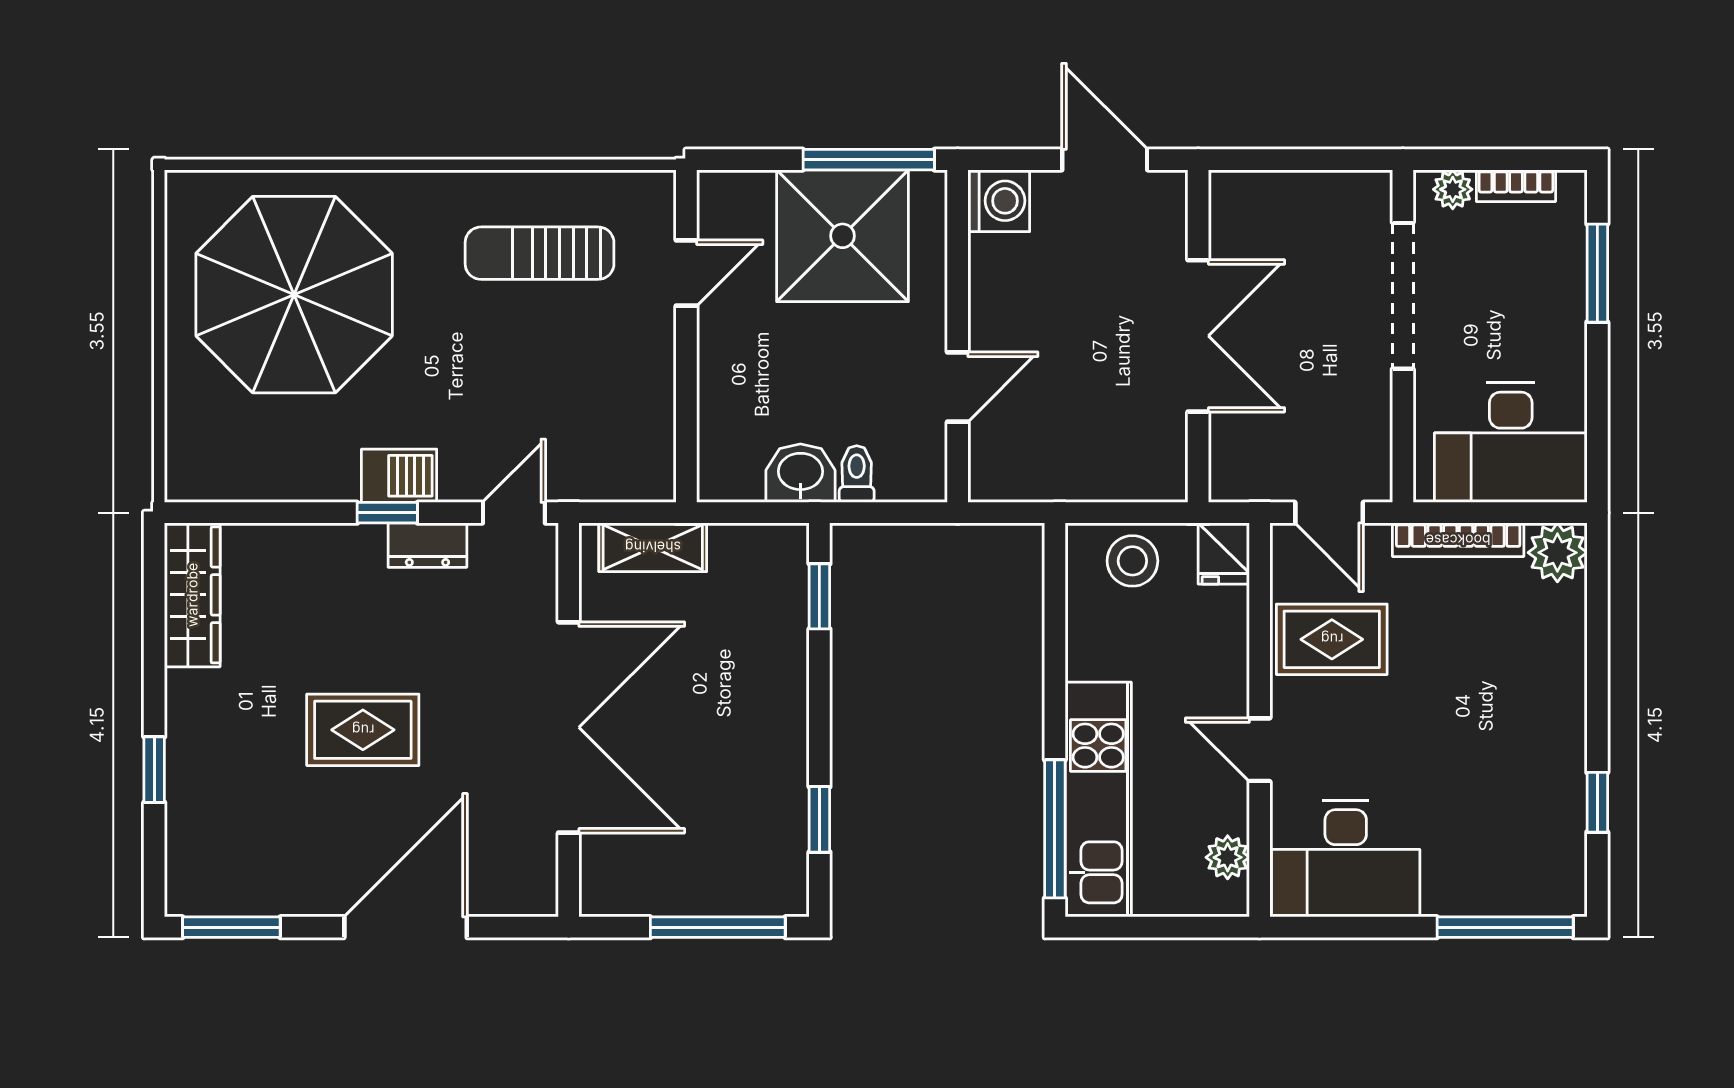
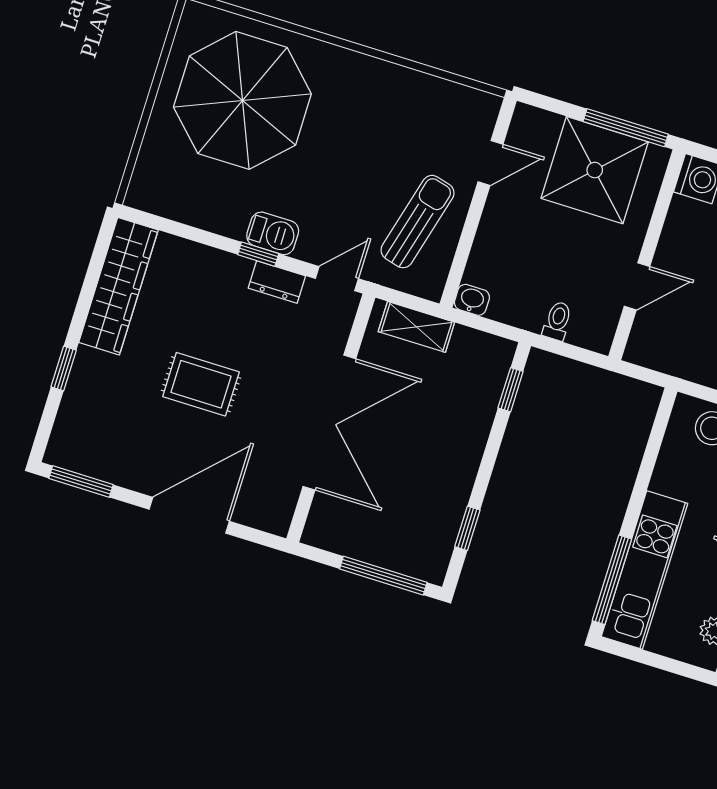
sun lounger: (540, 253) -> (418, 222), moved, turned 105
washbasin: (800, 473) -> (472, 300), moved, width x0.72, depth x0.69
wardrobe: (192, 595) -> (118, 286), width x1.40, depth x1.17

